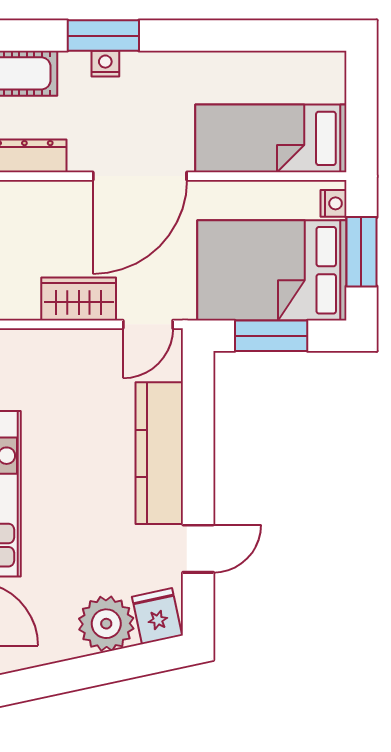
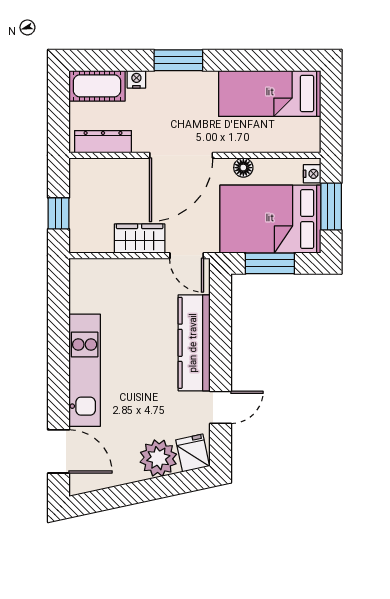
window: (103, 36) -> (178, 60), moved
nightstand: (105, 64) -> (136, 79), moved
bed: (271, 138) -> (270, 93), moved
floor lamp: (232, 194) -> (243, 168), added
door: (148, 324) -> (187, 256), hinge flipped

